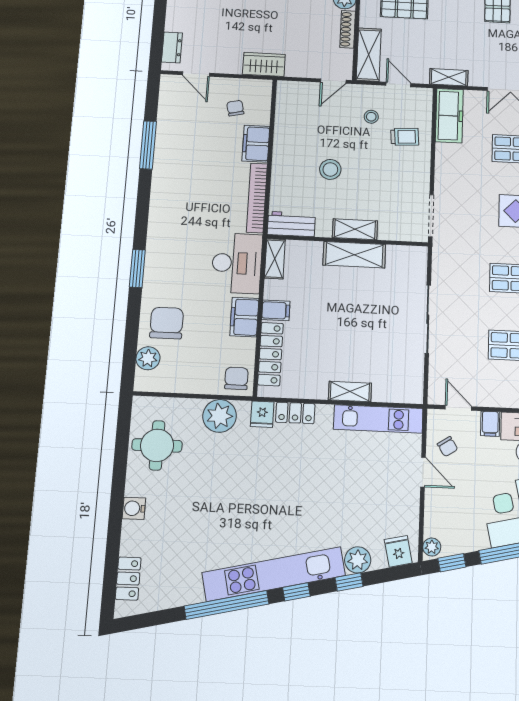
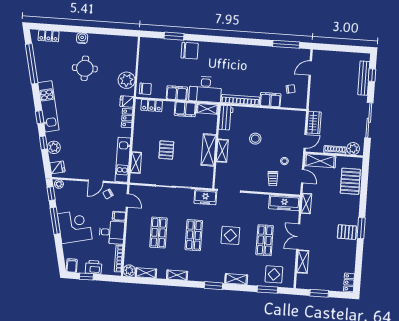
dresser: (172, 47) -> (326, 55), removed
wardrobe: (264, 64) -> (314, 122), moved
door: (333, 81) -> (305, 141), swing flipped
door: (398, 84) -> (303, 176), hinge flipped
window: (148, 145) -> (286, 44), moved
freezer: (445, 259) -> (205, 197), added
window: (137, 268) -> (174, 36), moved
filing cabinet: (276, 310) -> (185, 109), width x2.00
chair: (167, 323) -> (190, 51), moved
pallet: (357, 335) -> (166, 150), added
locker: (271, 354) -> (152, 106), width x0.66
plant: (148, 358) -> (157, 44), removed
shelving: (350, 391) -> (136, 163), moved
door: (458, 408) -> (127, 200), hinge flipped
round table: (157, 445) -> (85, 68), moved
kitchen unit: (274, 574) -> (48, 106), width x0.73
window: (227, 605) -> (32, 64), moved

